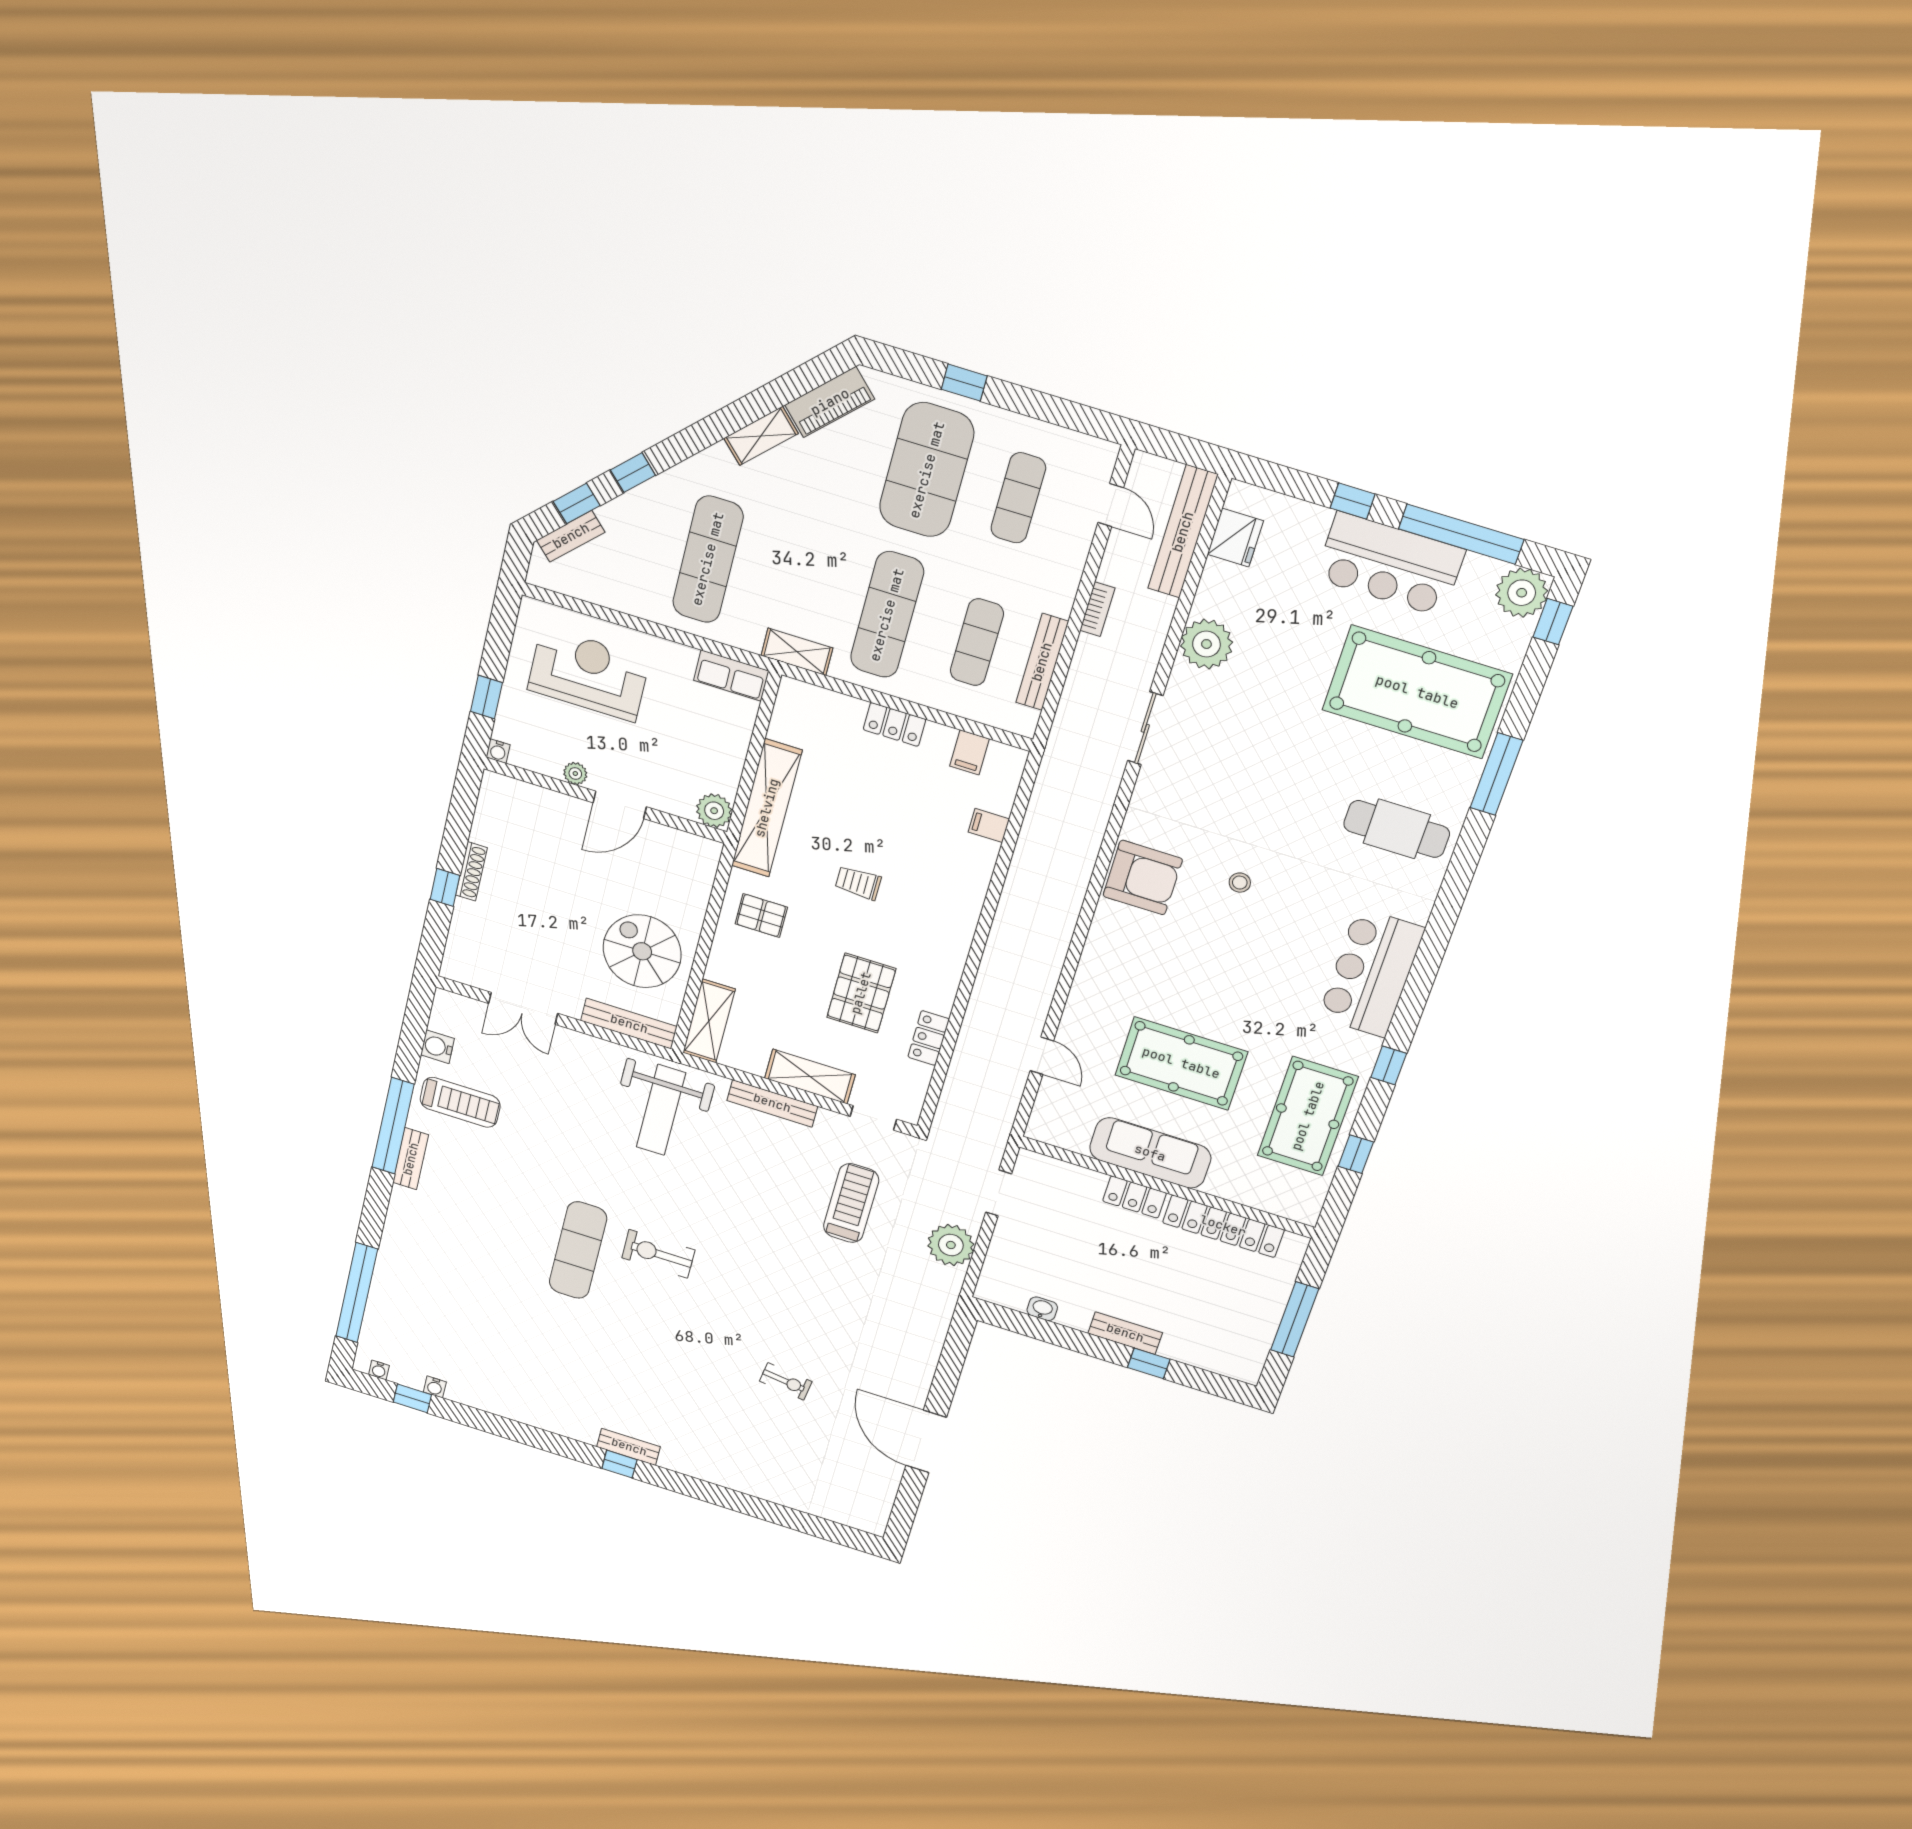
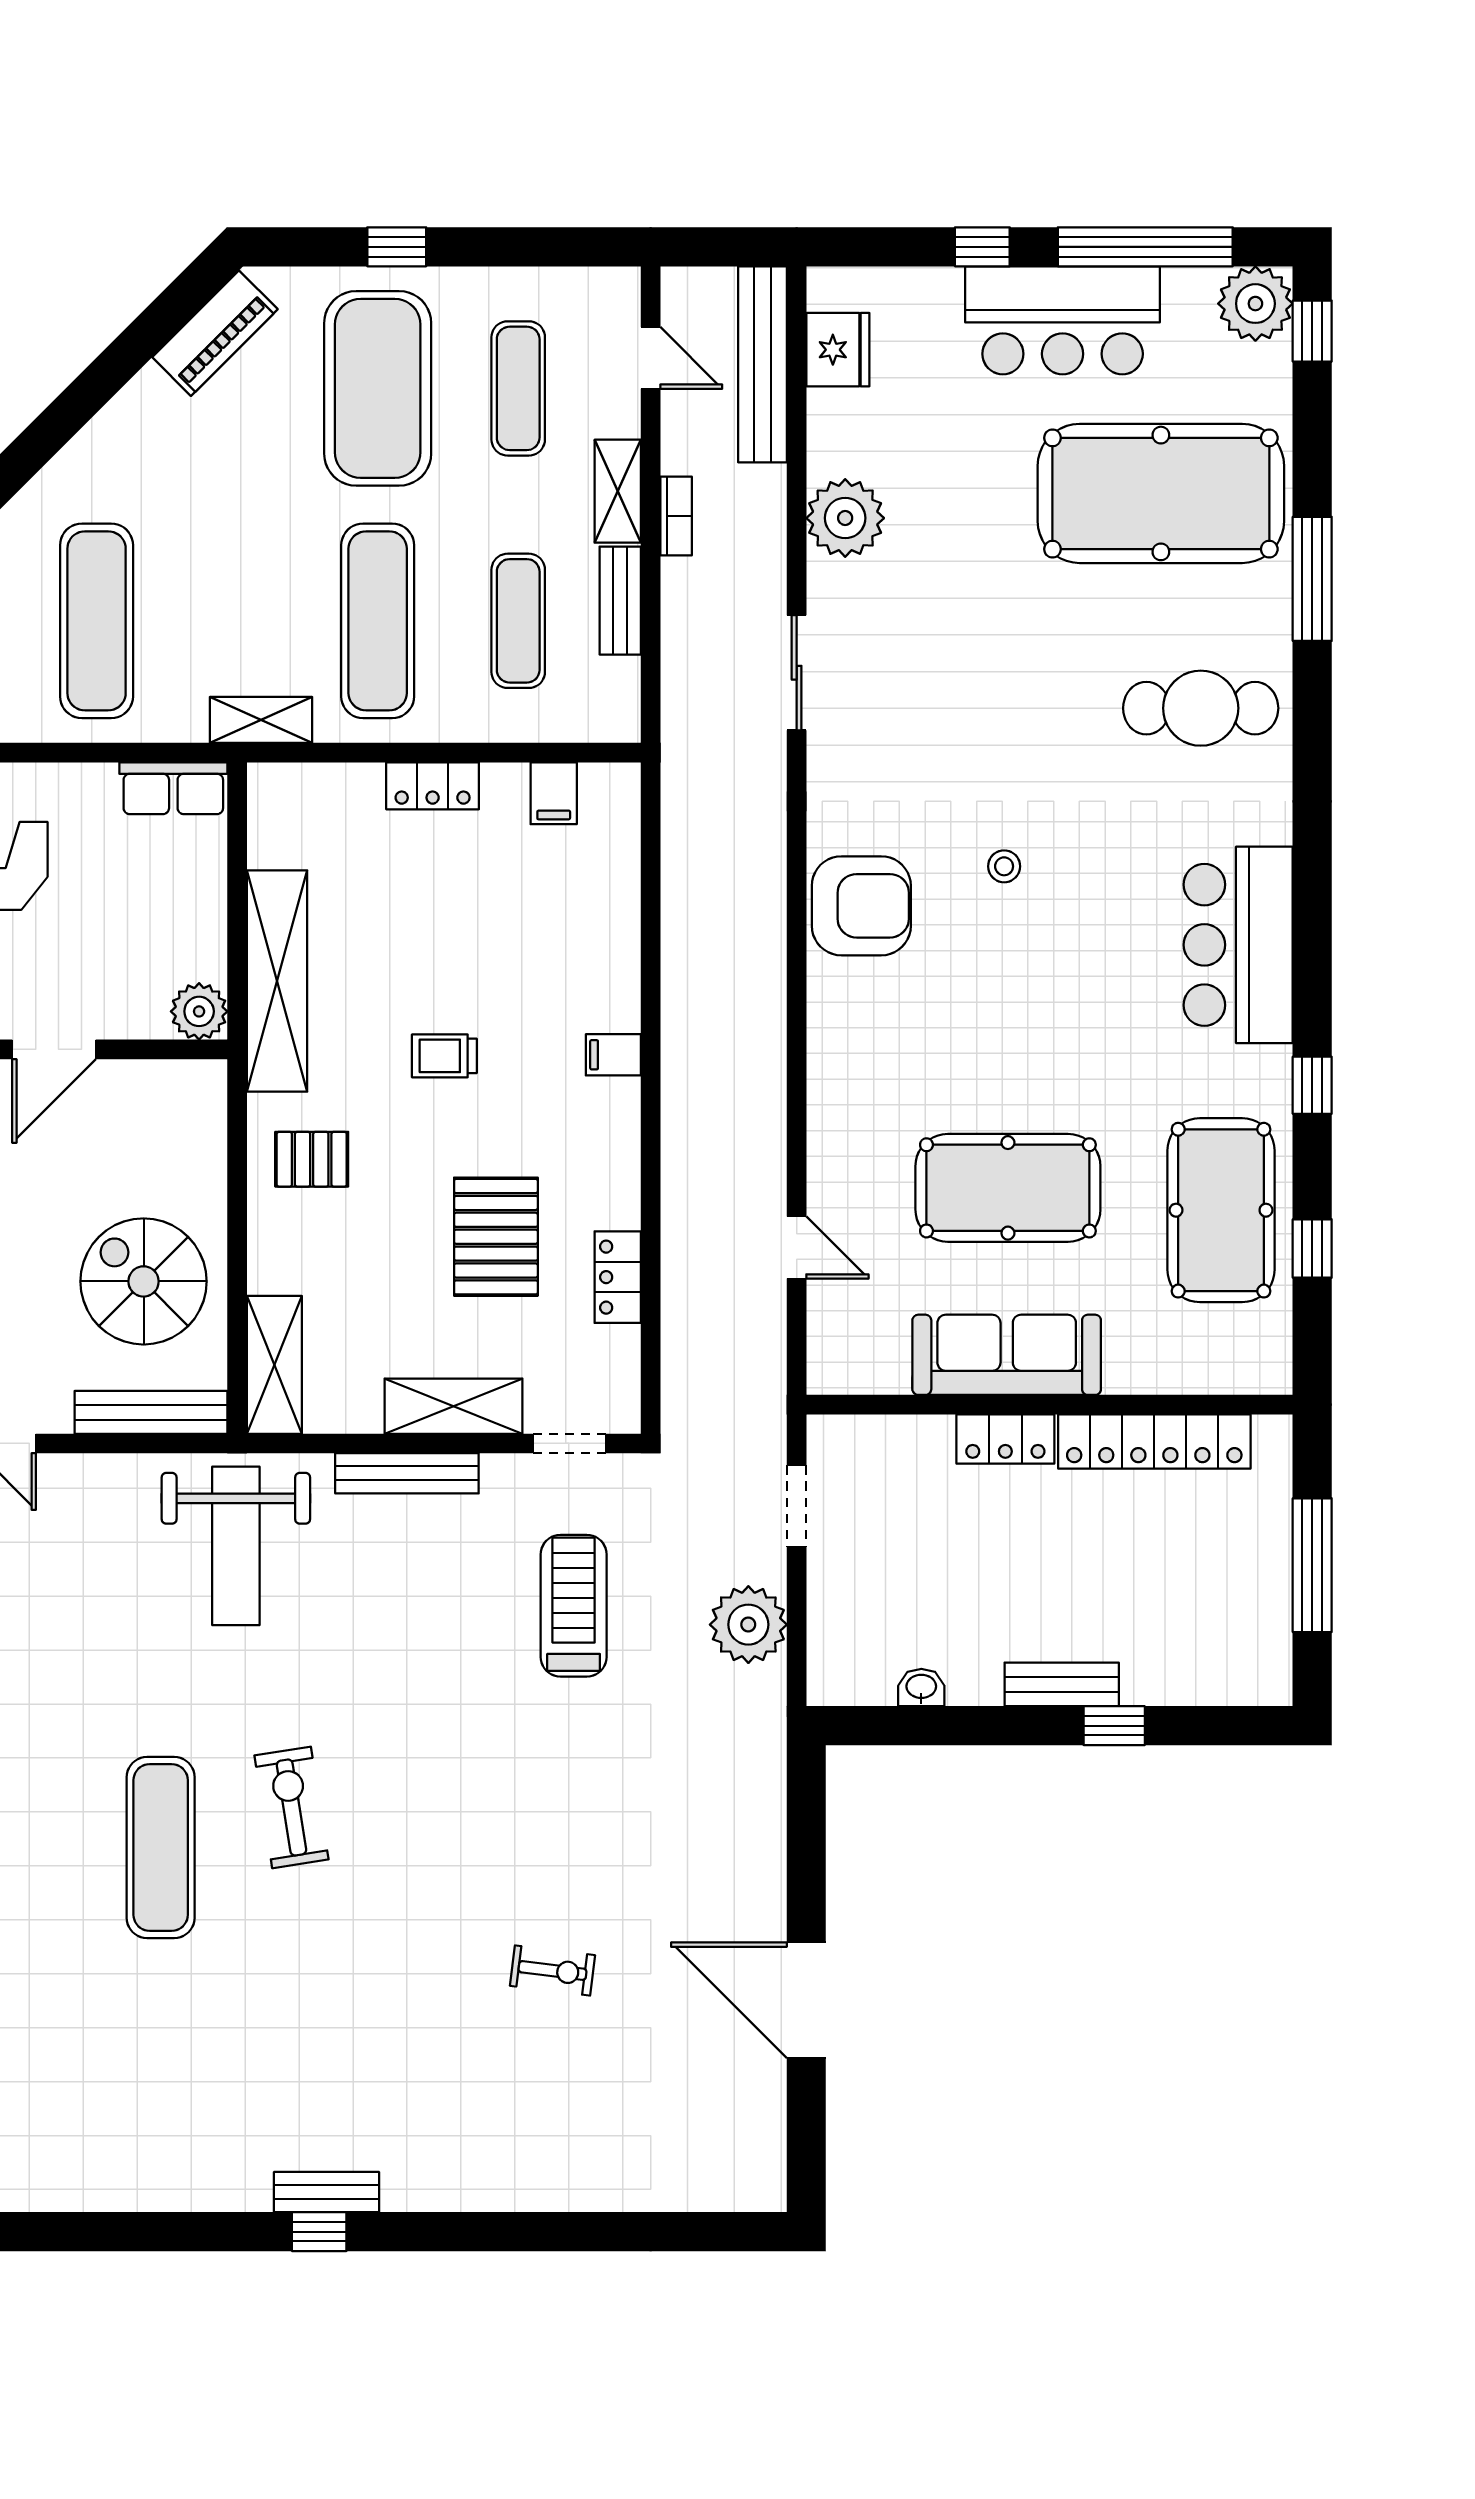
shelving: (761, 436) -> (618, 491), moved, turned -45
bench: (1042, 662) -> (620, 601), width x0.73
filing cabinet: (989, 826) -> (613, 1055), moved
exercise bike: (658, 1254) -> (292, 1807), turned 81

